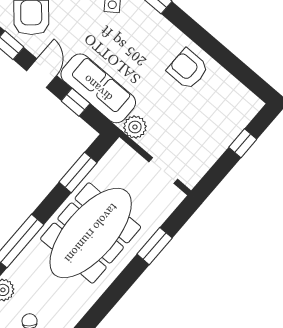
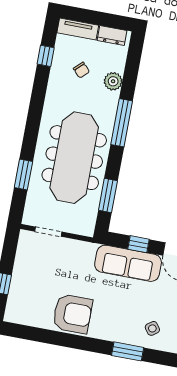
armchair: (188, 69) -> (72, 314), width x1.36, depth x1.36
plant: (135, 127) -> (86, 251), removed

